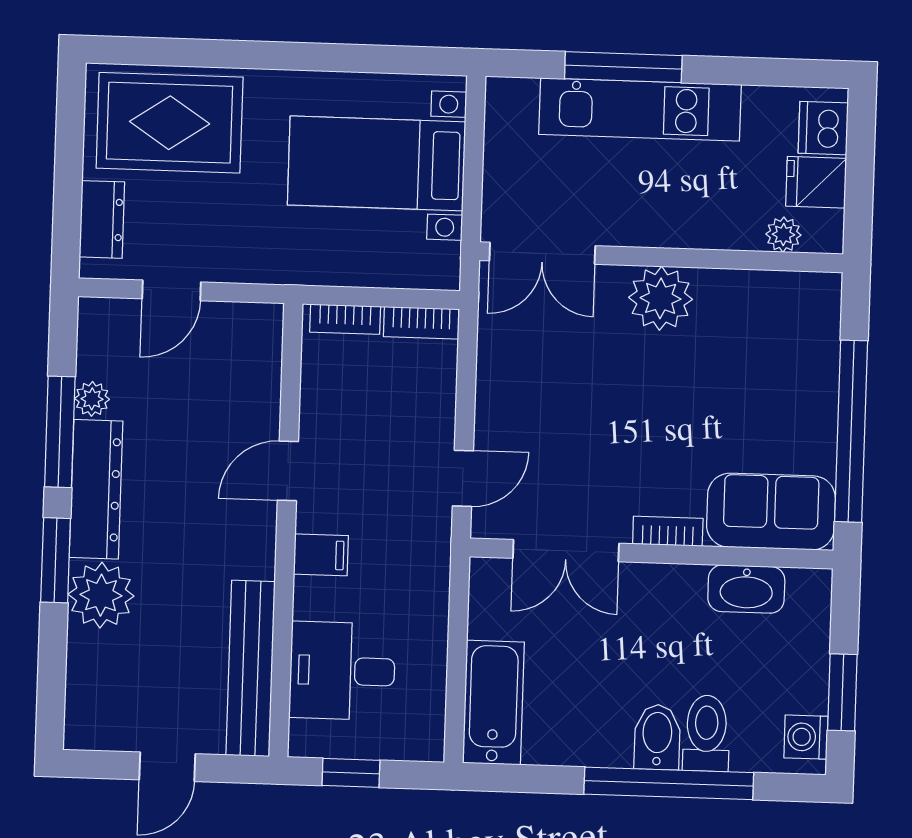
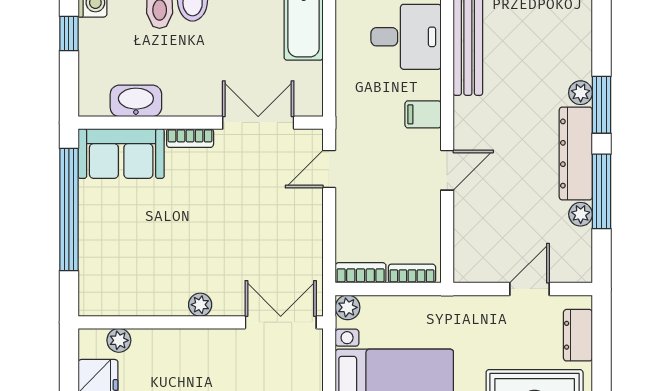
plant: (442, 272) -> (348, 307), added
plant: (661, 298) -> (200, 305), width x0.53, depth x0.53
plant: (101, 595) -> (581, 93), width x0.53, depth x0.53
window: (842, 692) -> (69, 33), width x0.67

